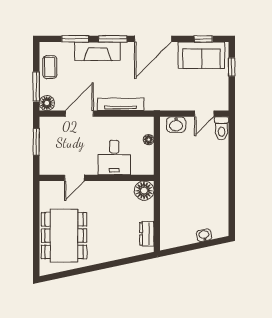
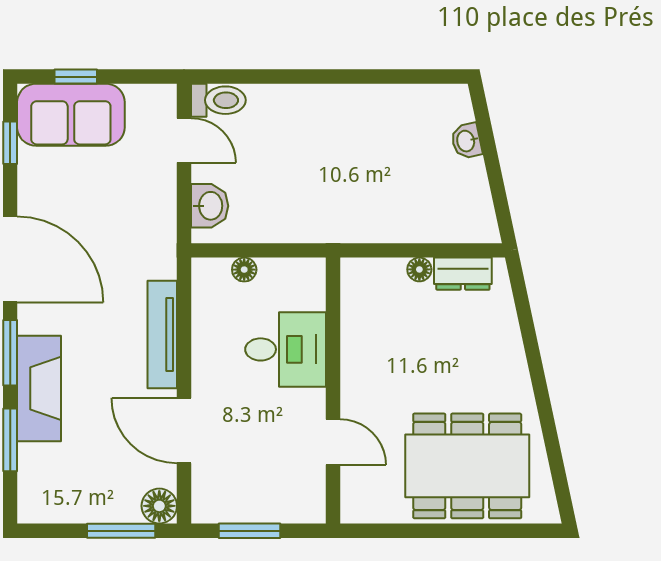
sofa: (202, 55) -> (71, 115), moved, turned 90
coffee table: (50, 67) -> (76, 499), removed
floor lamp: (144, 191) -> (419, 269), moved, width x0.53, depth x0.53

